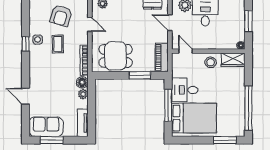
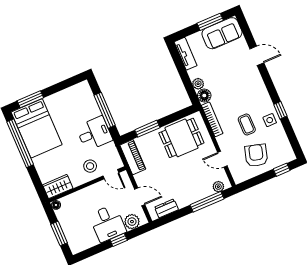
stool: (211, 62) -> (90, 166), moved
bed: (194, 118) -> (37, 128), moved, turned -90

